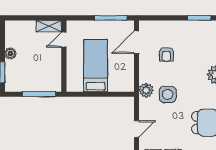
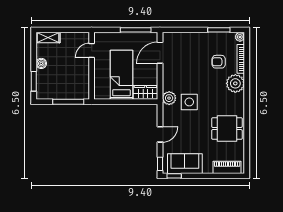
shelving: (49, 26) -> (48, 38), moved
armchair: (166, 54) -> (219, 62), moved, turned 90
wardrobe: (121, 84) -> (146, 92), added

